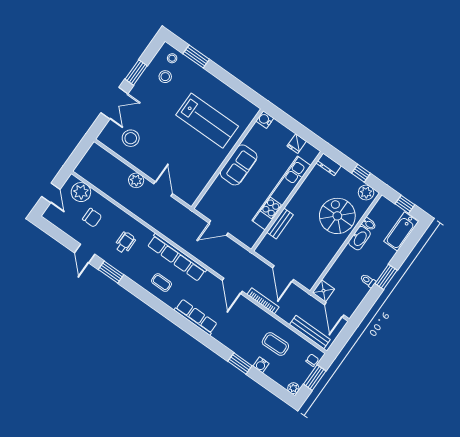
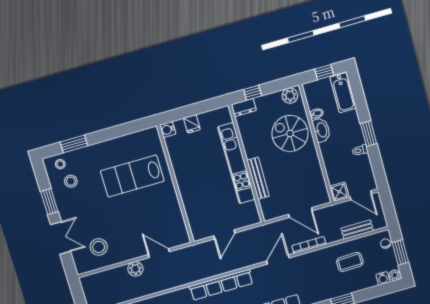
lab bench: (207, 121) -> (132, 176), turned 180
fridge: (297, 144) -> (192, 124), moved
sofa: (239, 165) -> (187, 179), removed
window: (361, 173) -> (253, 93), moved
bench: (280, 224) -> (258, 178), width x1.36
door: (232, 286) -> (278, 260), swing flipped
bench: (310, 332) -> (357, 229), width x0.73
water cooler: (261, 365) -> (383, 278), moved

